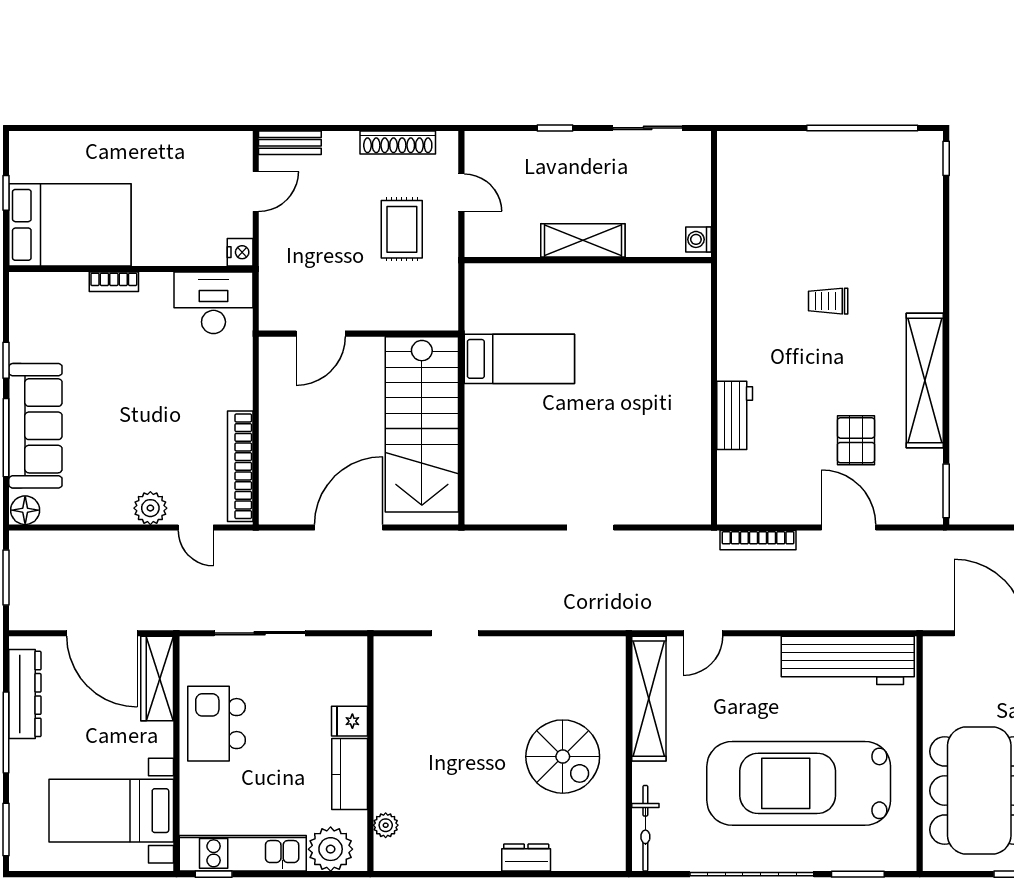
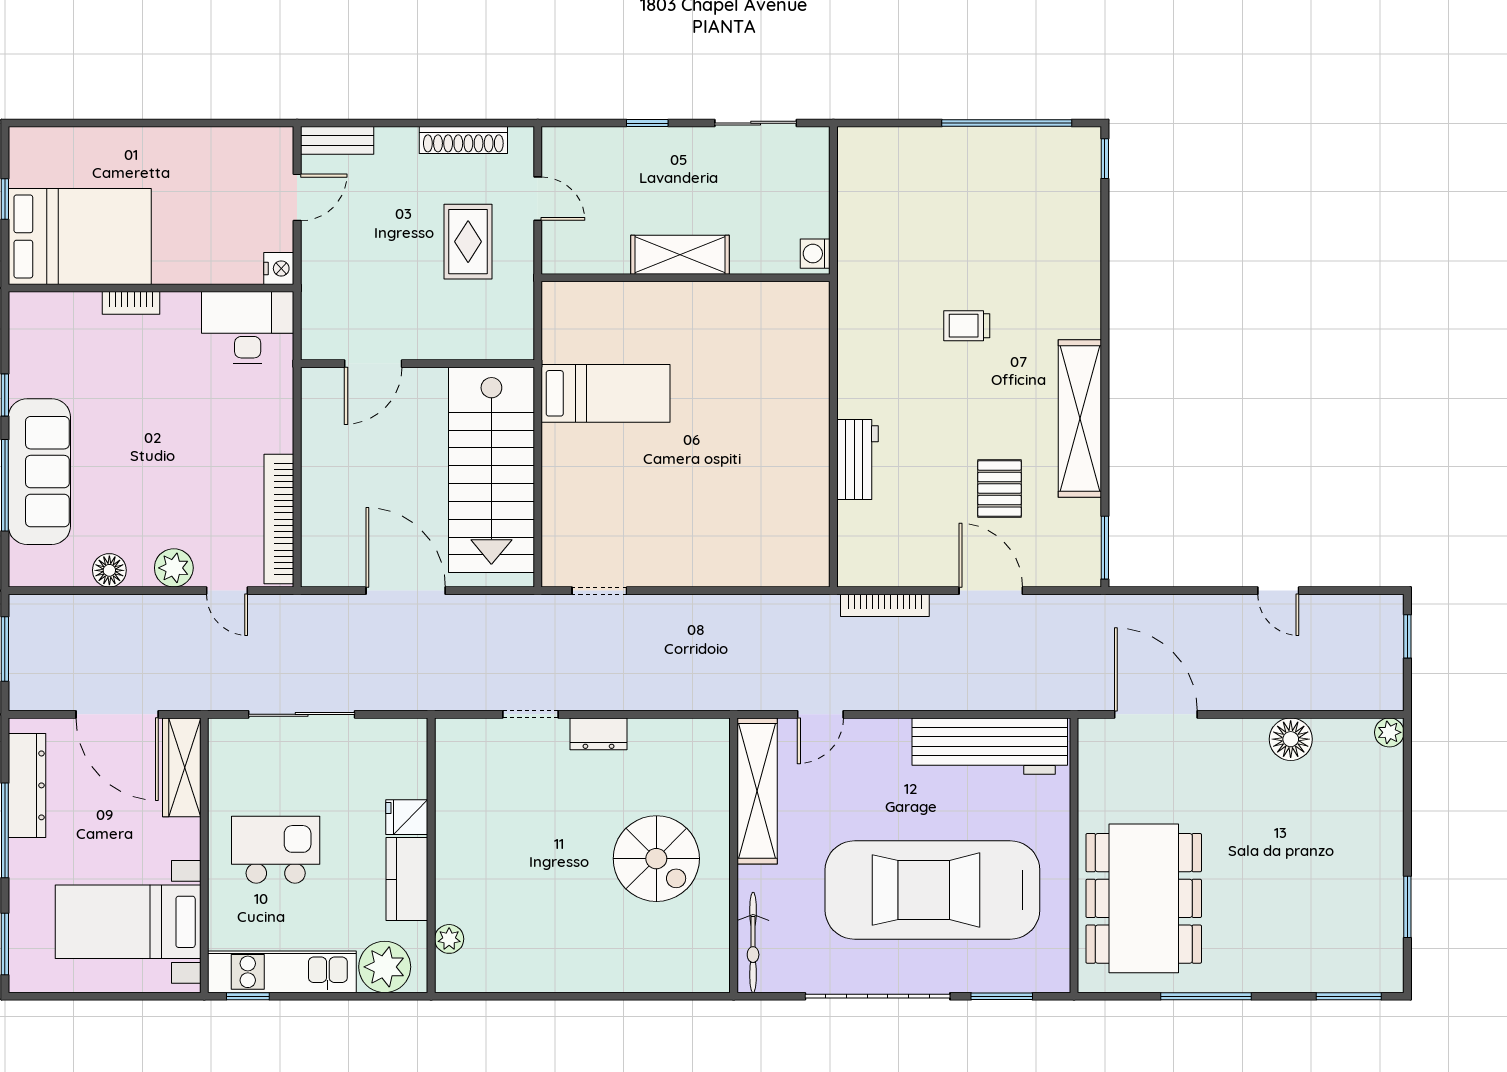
floor lamp: (25, 510) -> (109, 570), moved
door: (349, 527) -> (406, 591), hinge flipped
doorway: (590, 527) -> (599, 591), moved
kitchen island: (216, 724) -> (276, 850), moved, turned 90
dresser: (526, 857) -> (599, 734), moved, turned 180

